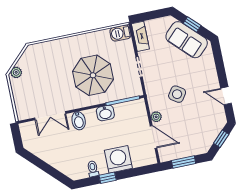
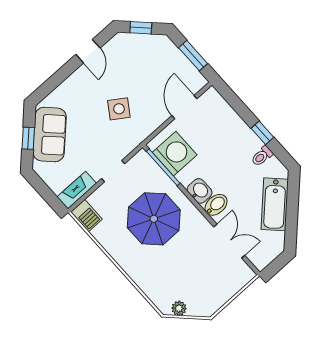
plant: (16, 72) -> (179, 308), moved
washbasin: (105, 113) -> (200, 191), moved
plant: (156, 117) -> (159, 118), removed
bathtub: (57, 159) -> (275, 204), added
washing machine: (118, 159) -> (175, 154), moved, turned 180

